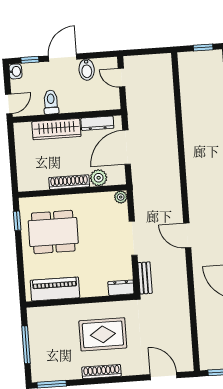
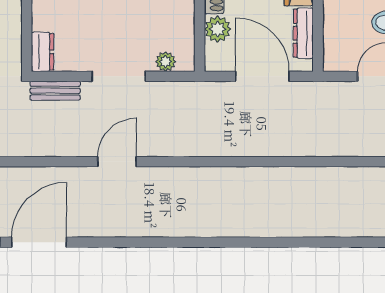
plant: (121, 197) -> (166, 62), moved

